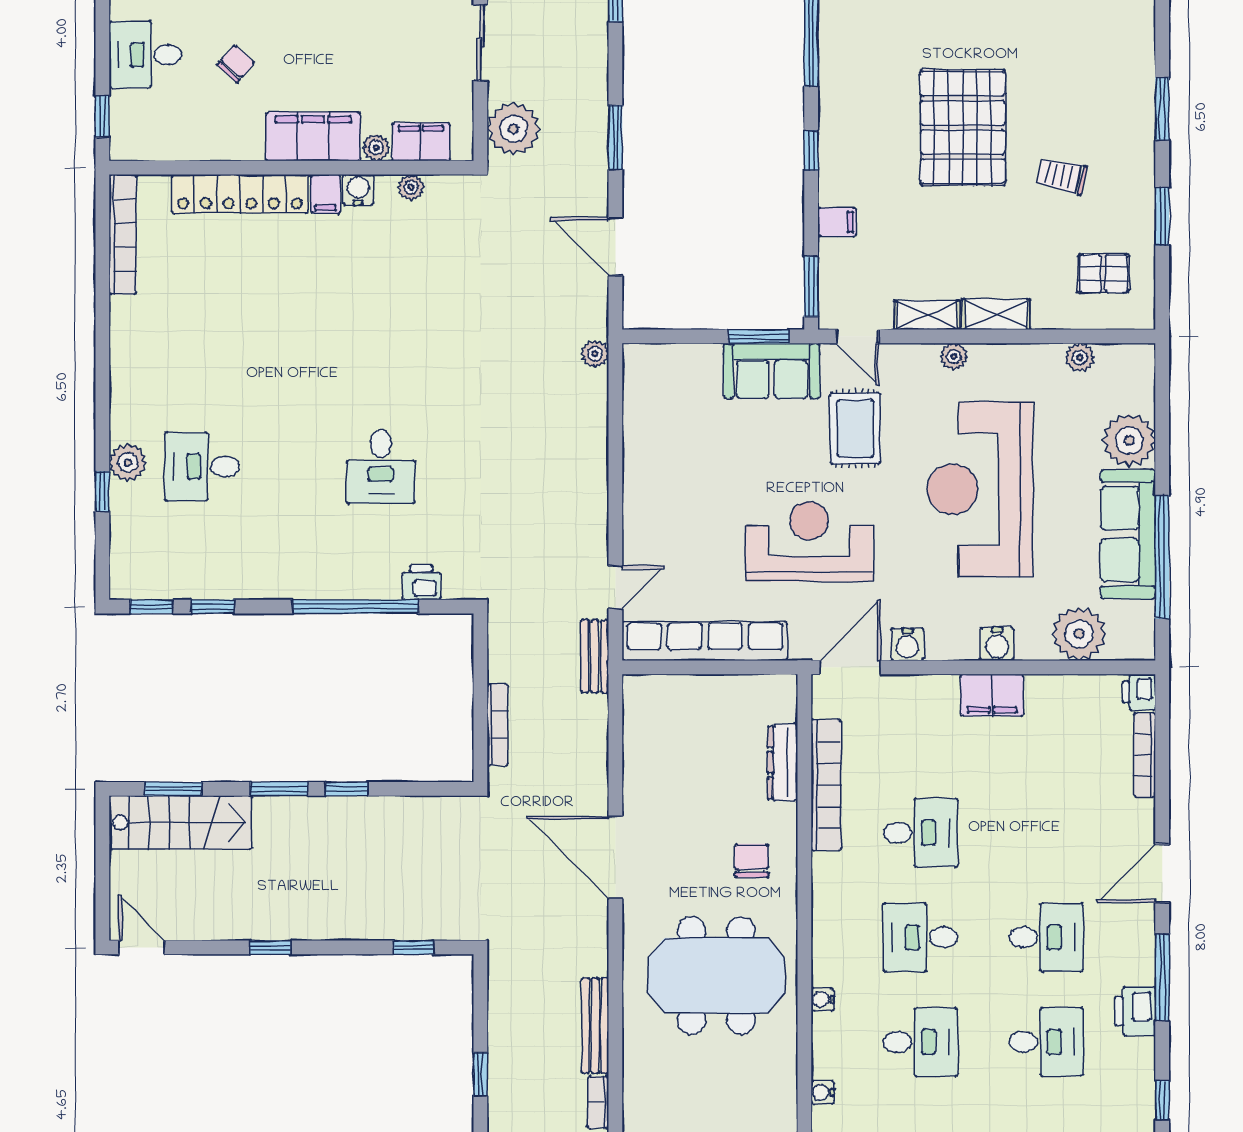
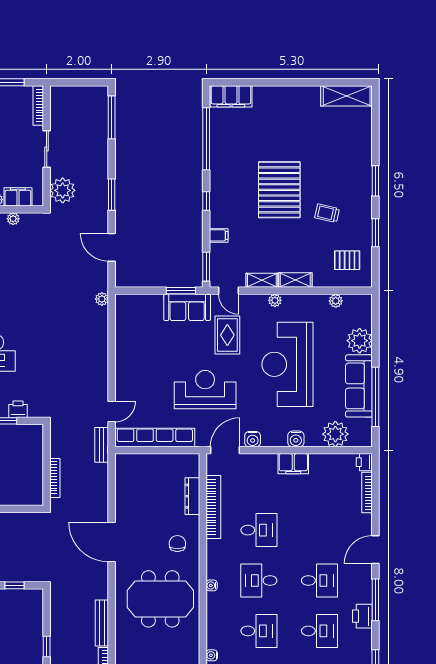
water cooler: (823, 999) -> (212, 585), moved

